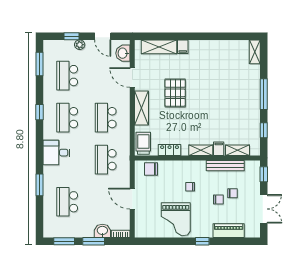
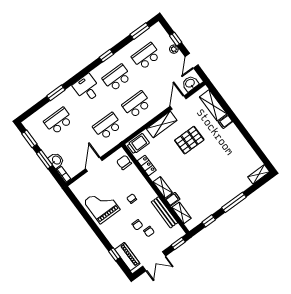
grand piano: (176, 219) -> (102, 205), turned 90
piano: (229, 231) -> (127, 256), moved
window: (202, 241) -> (114, 254), moved

